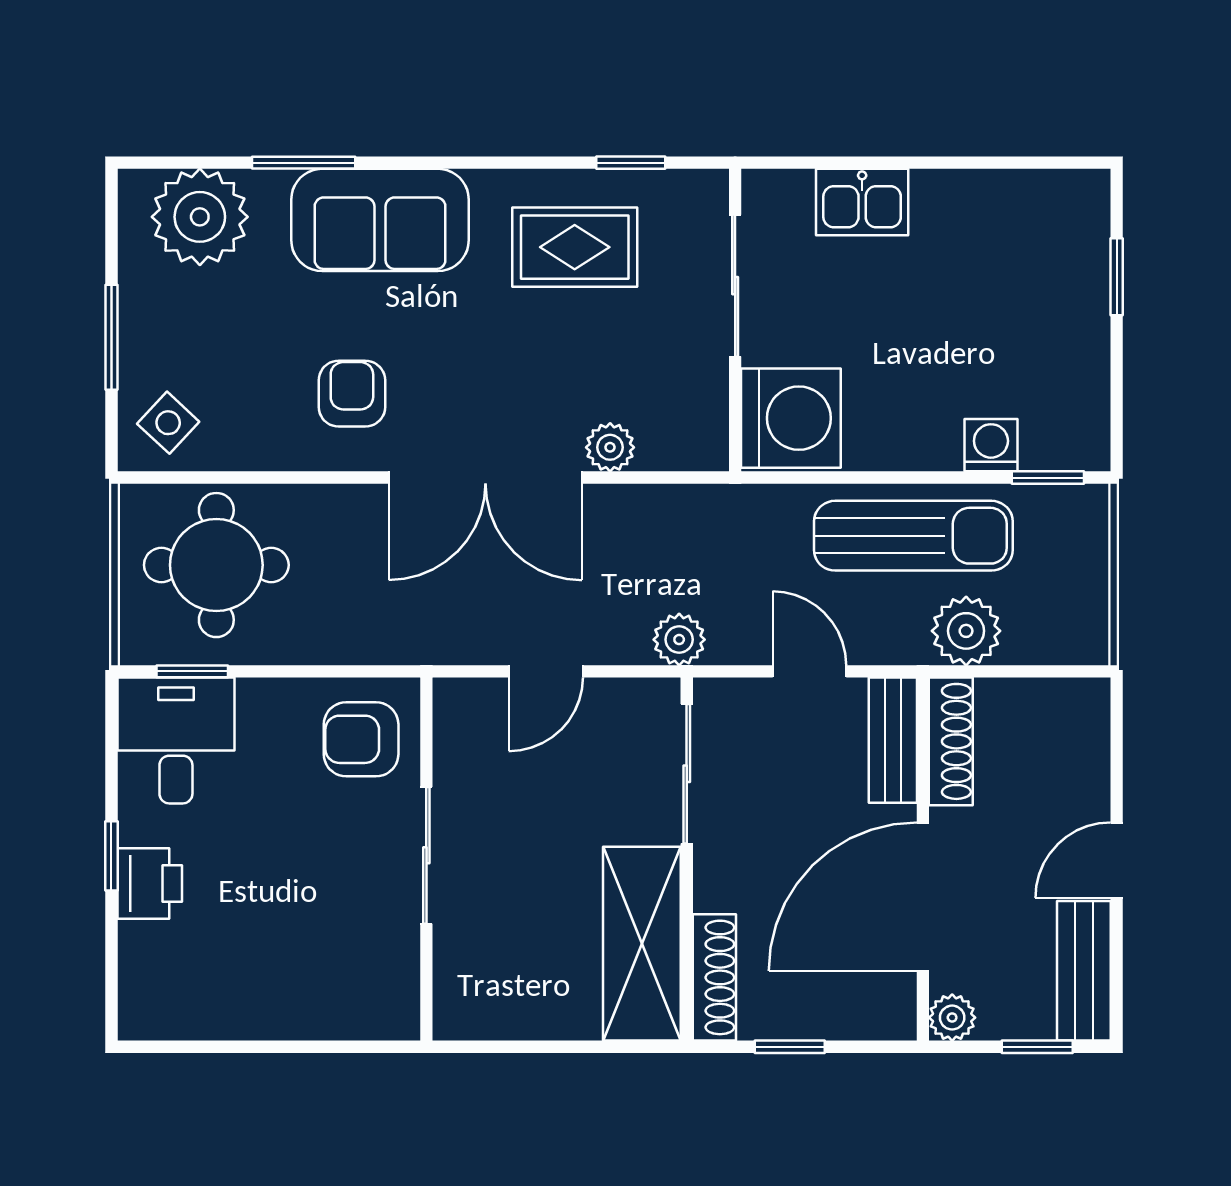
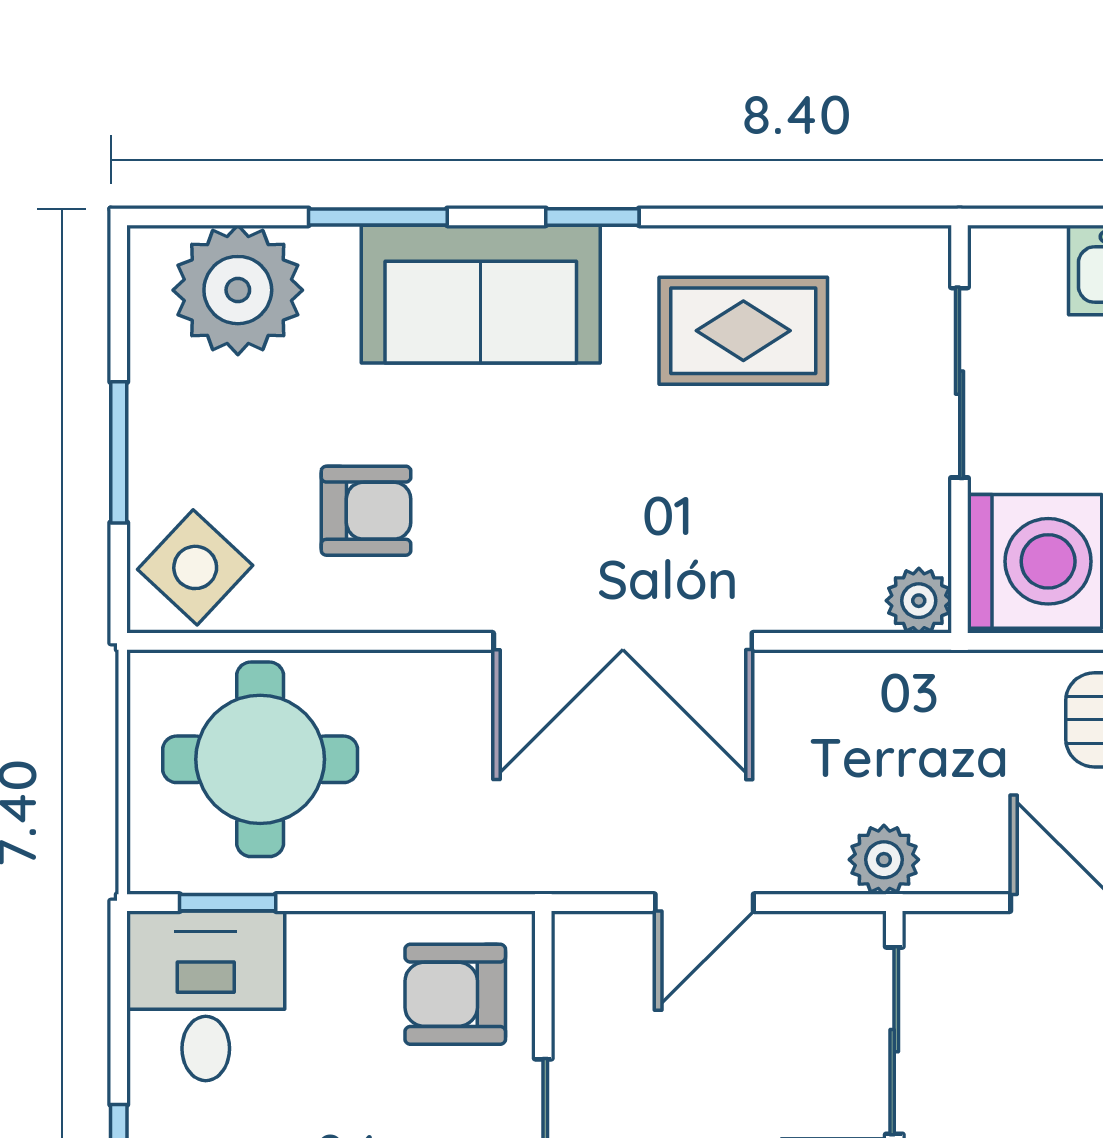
window: (631, 163) -> (592, 217), moved
armchair: (352, 394) -> (366, 511), moved, turned 90
side table: (168, 423) -> (195, 567), width x1.37, depth x1.37
plant: (610, 447) -> (919, 601), moved

